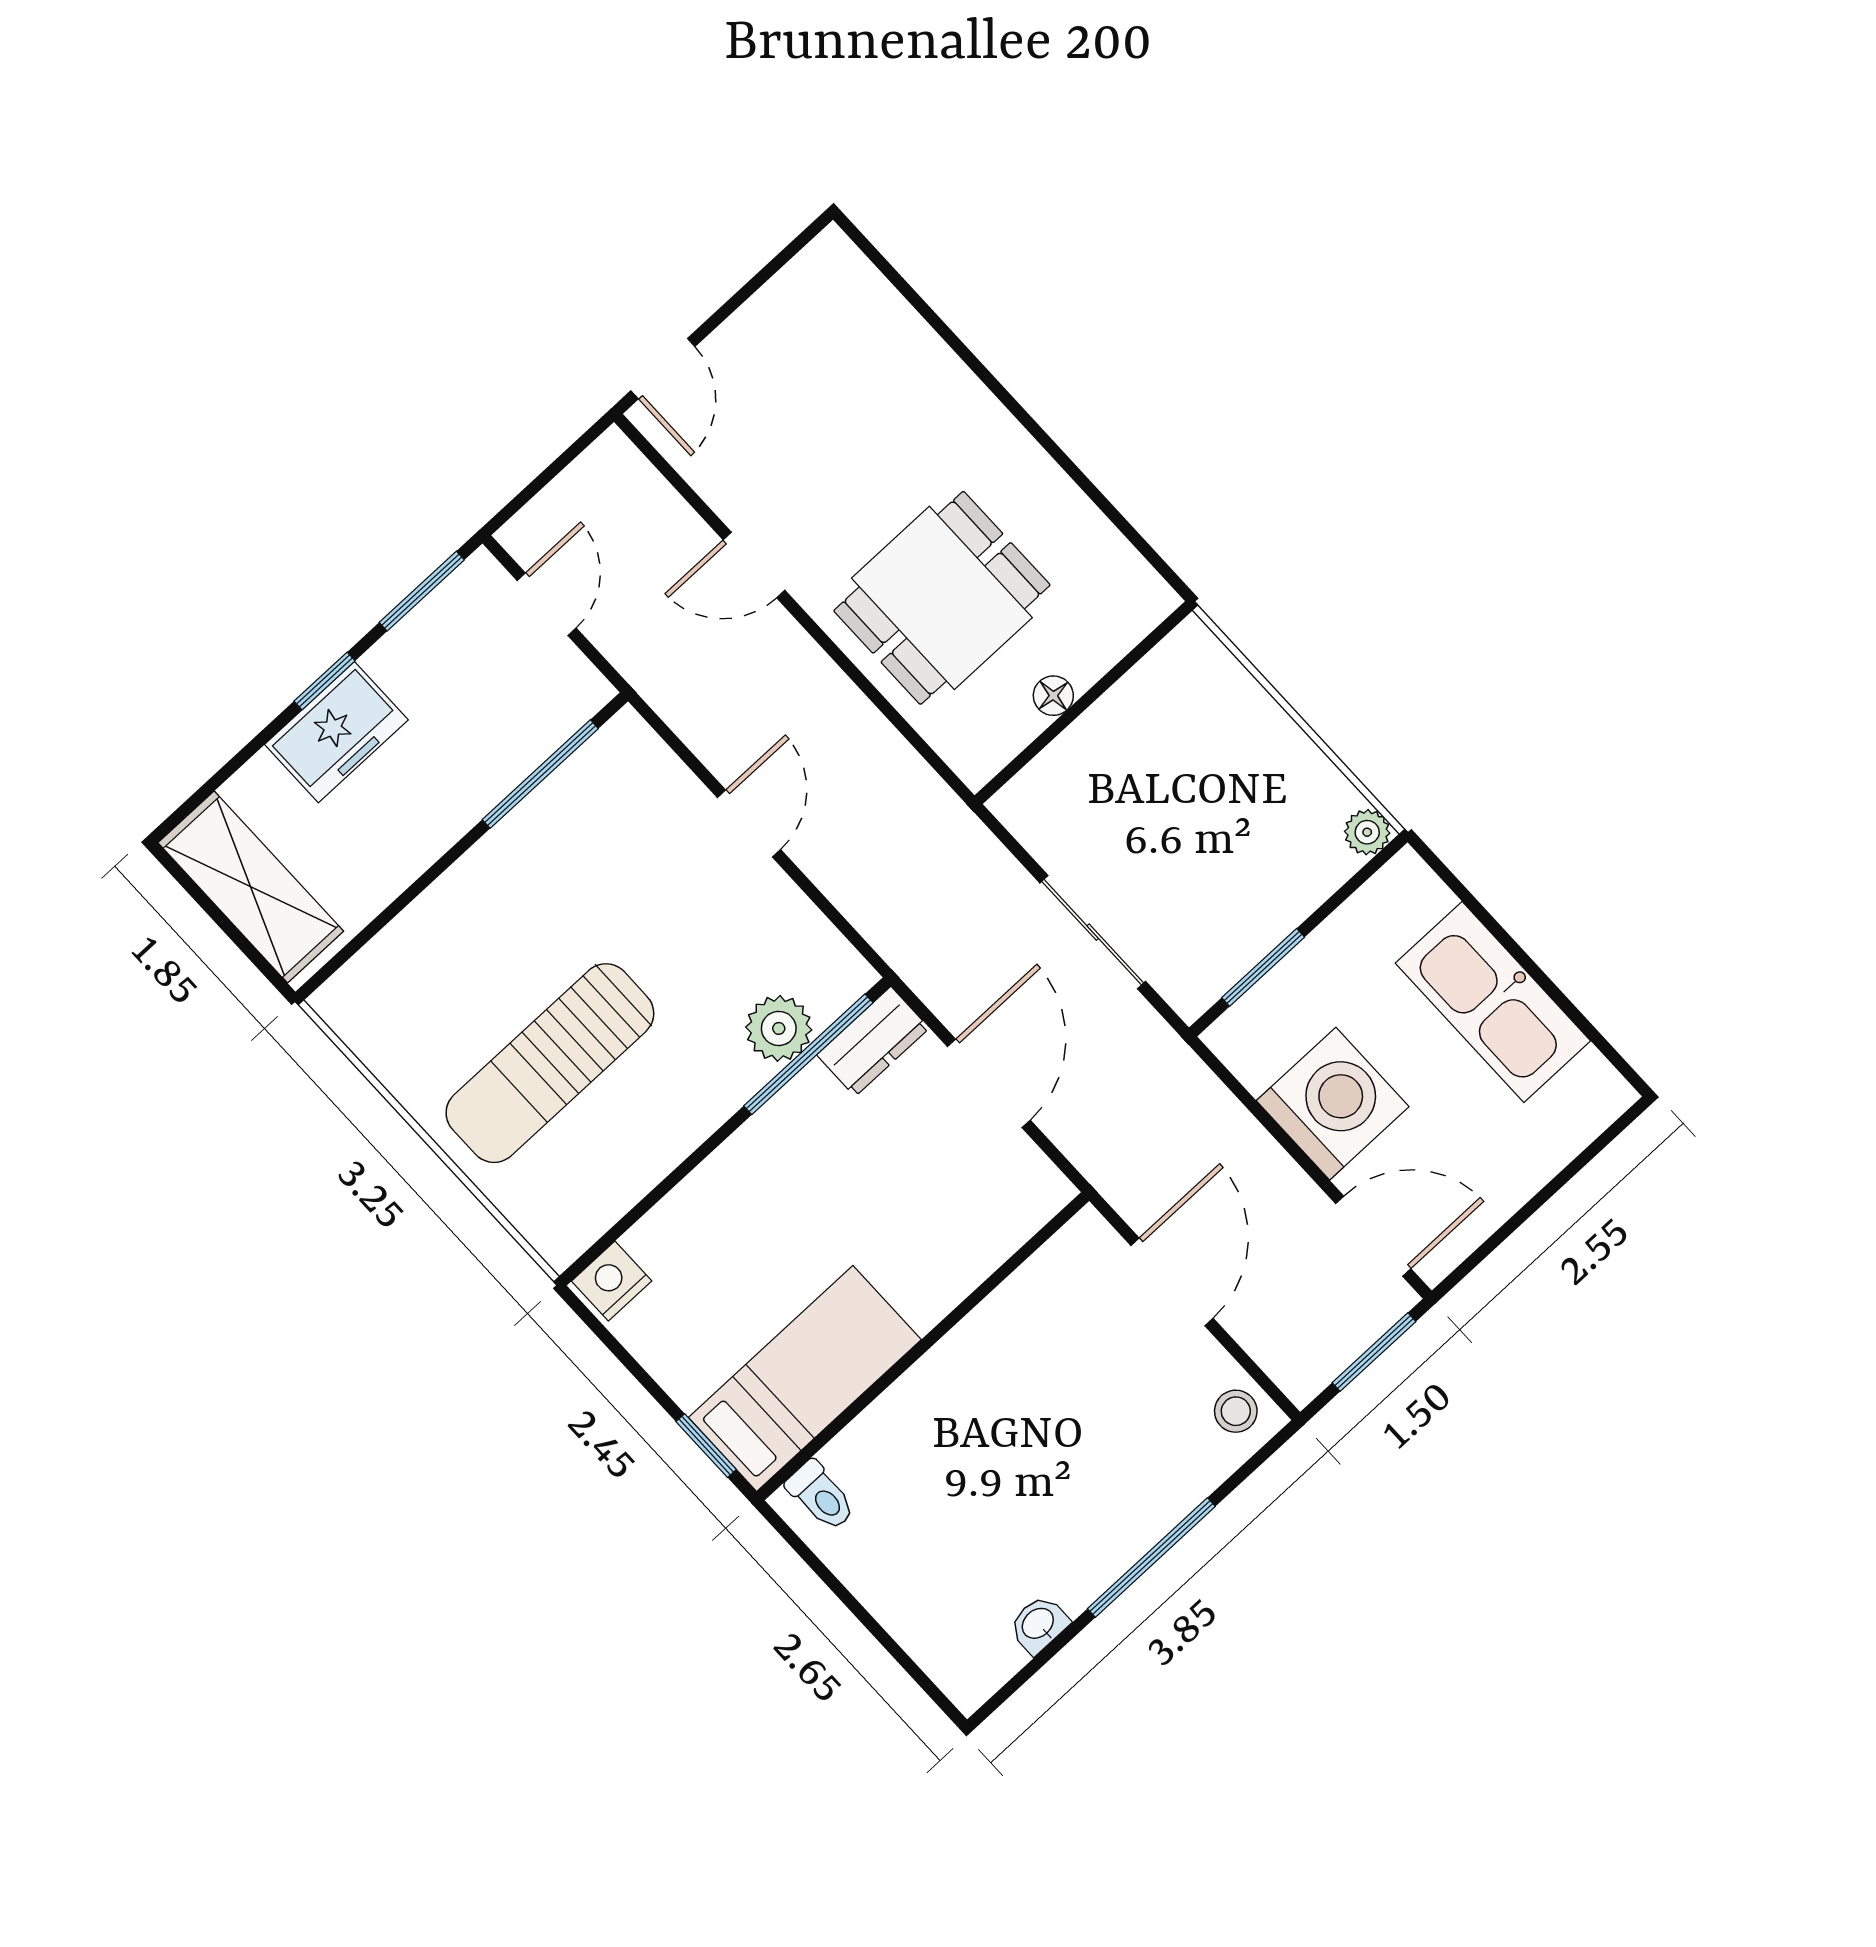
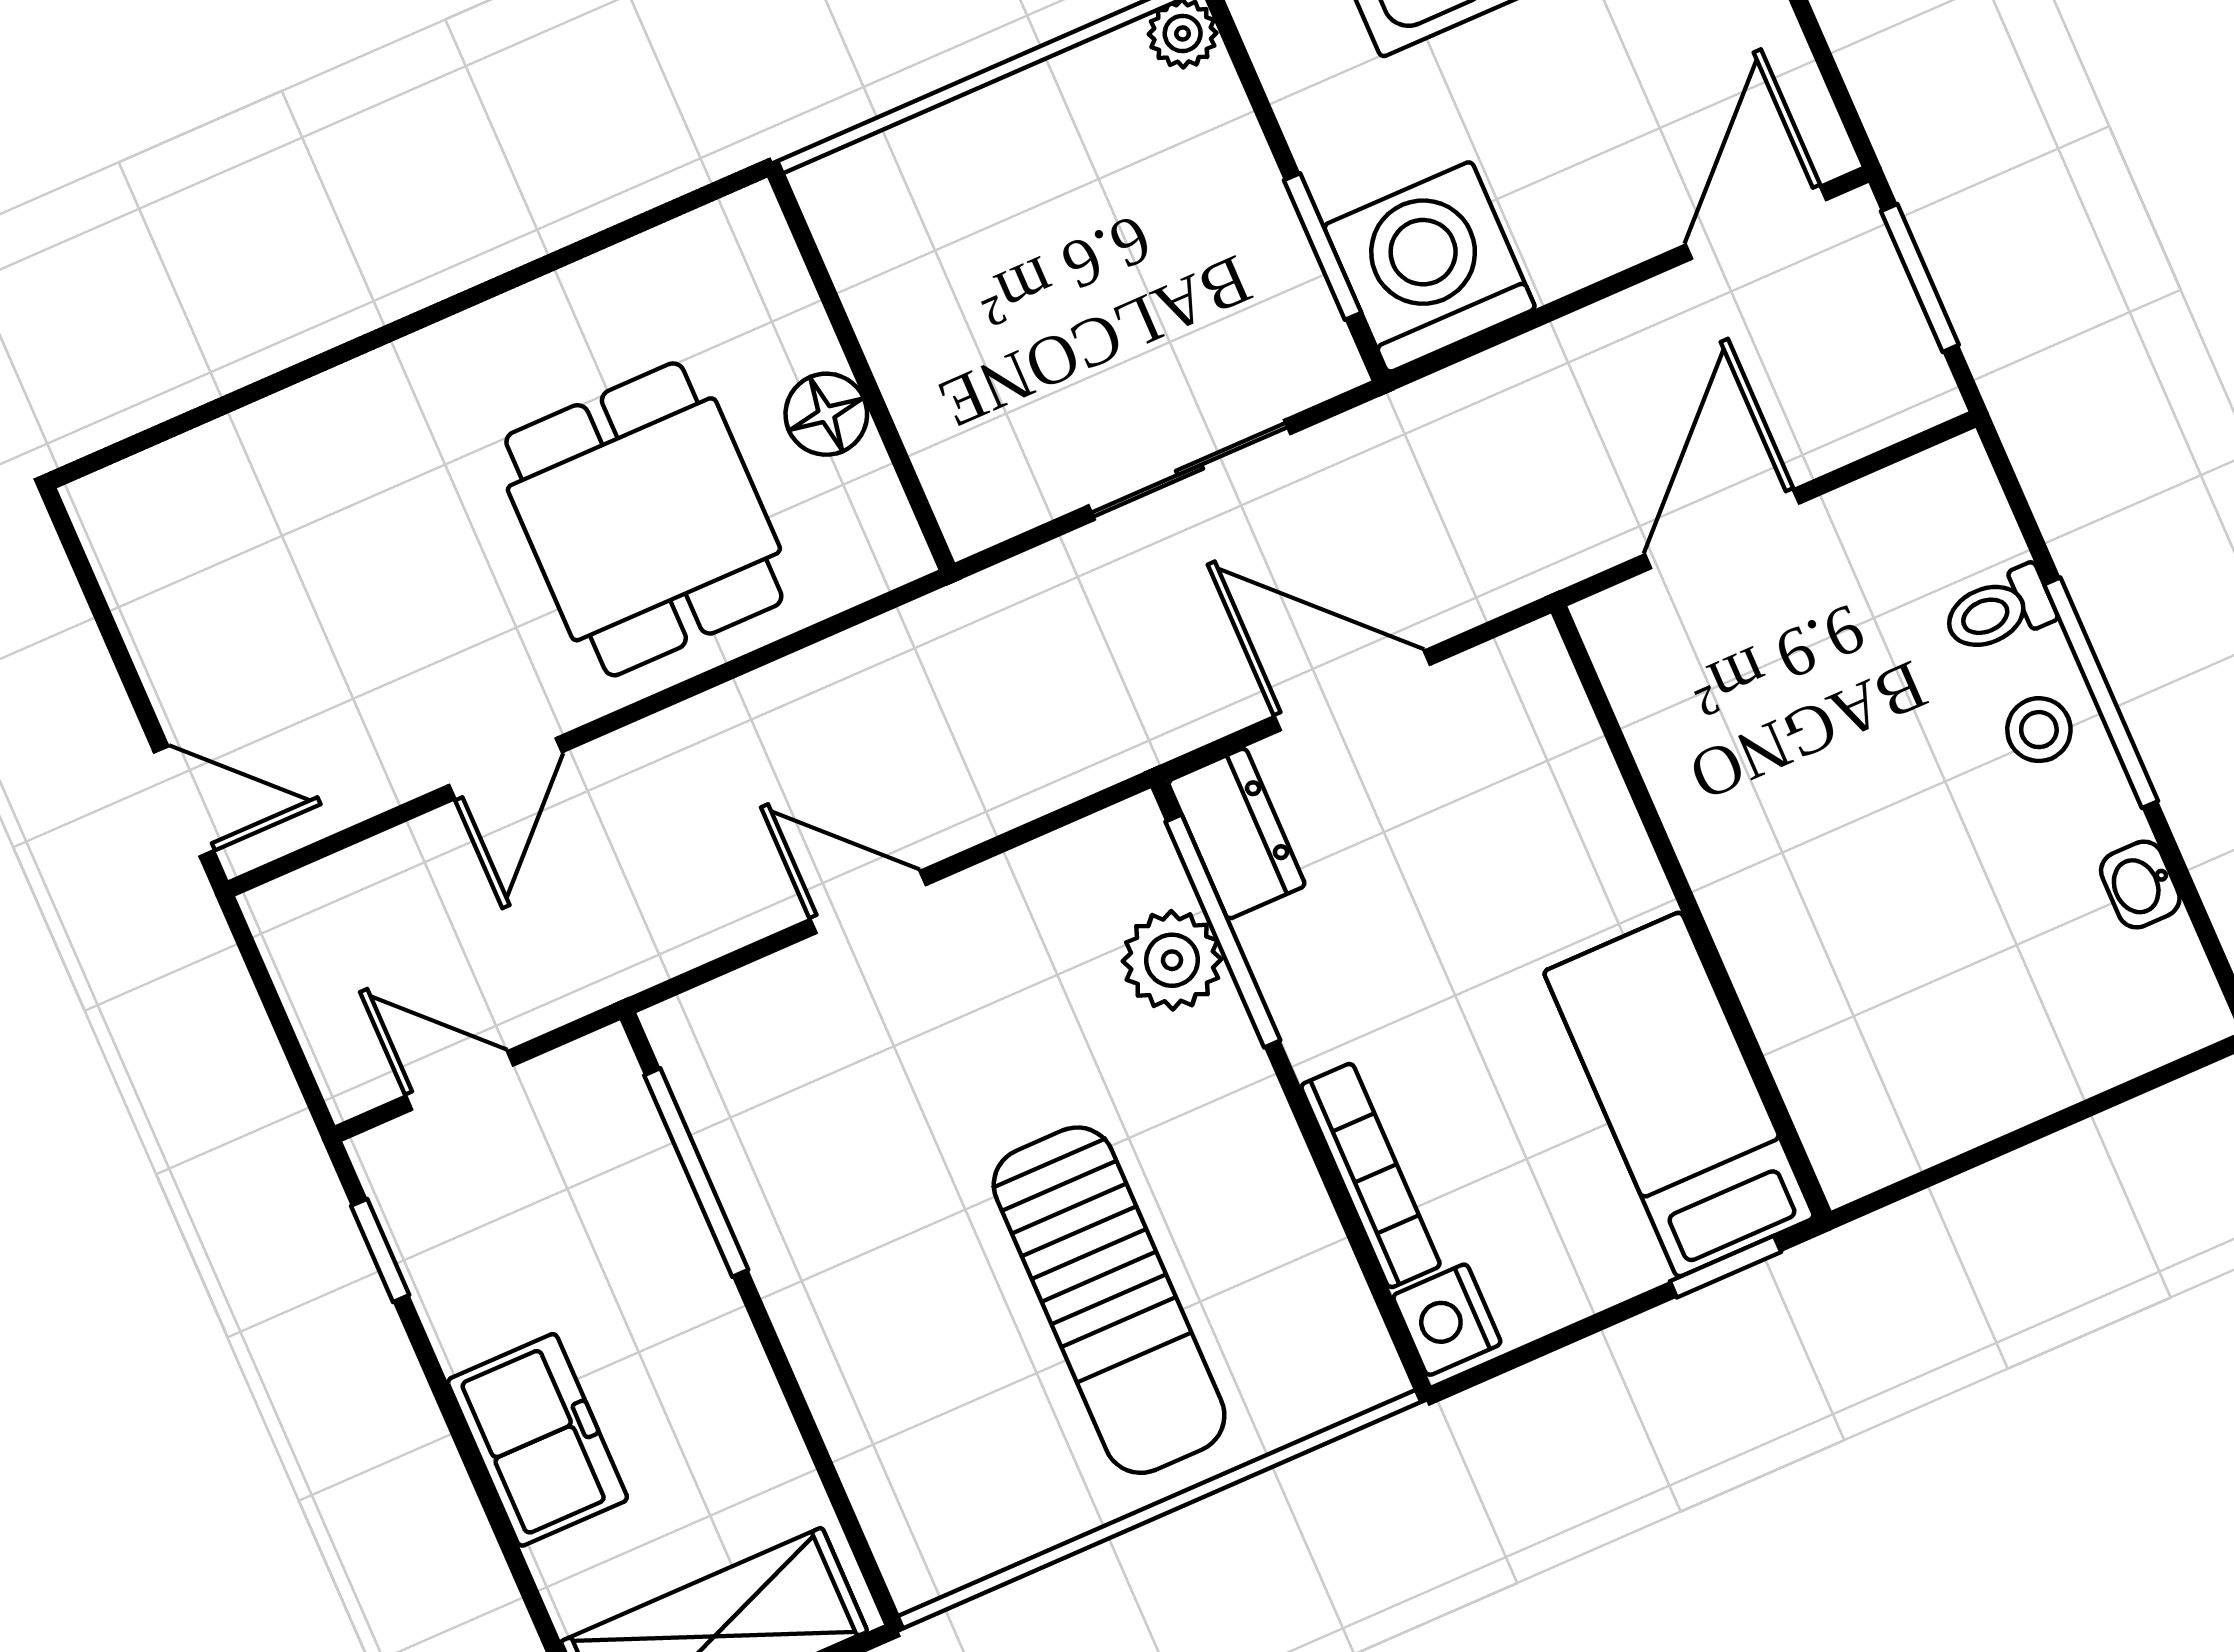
window: (422, 591) -> (380, 1250), width x0.67
window: (325, 681) -> (459, 1432), removed
floor lamp: (1053, 696) -> (826, 414), width x1.37, depth x1.37
washing machine: (1333, 1104) -> (1430, 267), moved
bookcase: (686, 1201) -> (1371, 1175), added
door: (1172, 1282) -> (1722, 529), hinge flipped
stool: (1236, 1411) -> (2039, 730), moved
toilet: (821, 1496) -> (1999, 610), moved, turned 180

